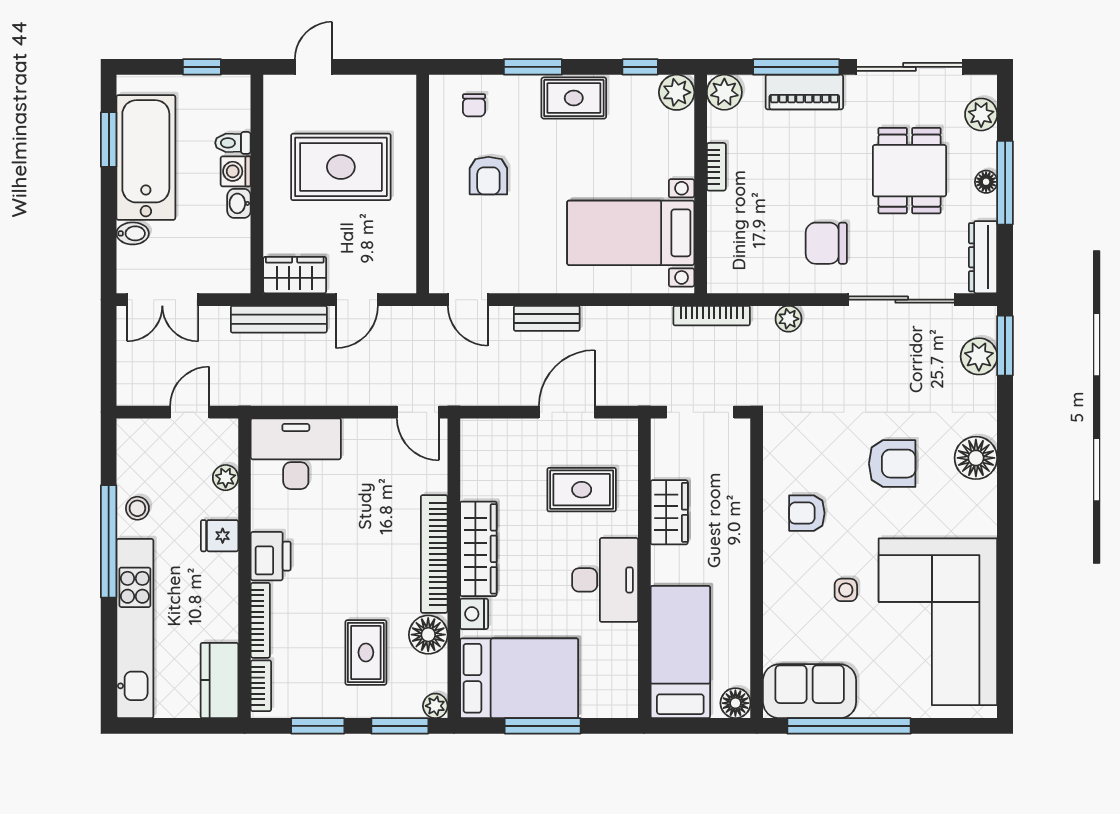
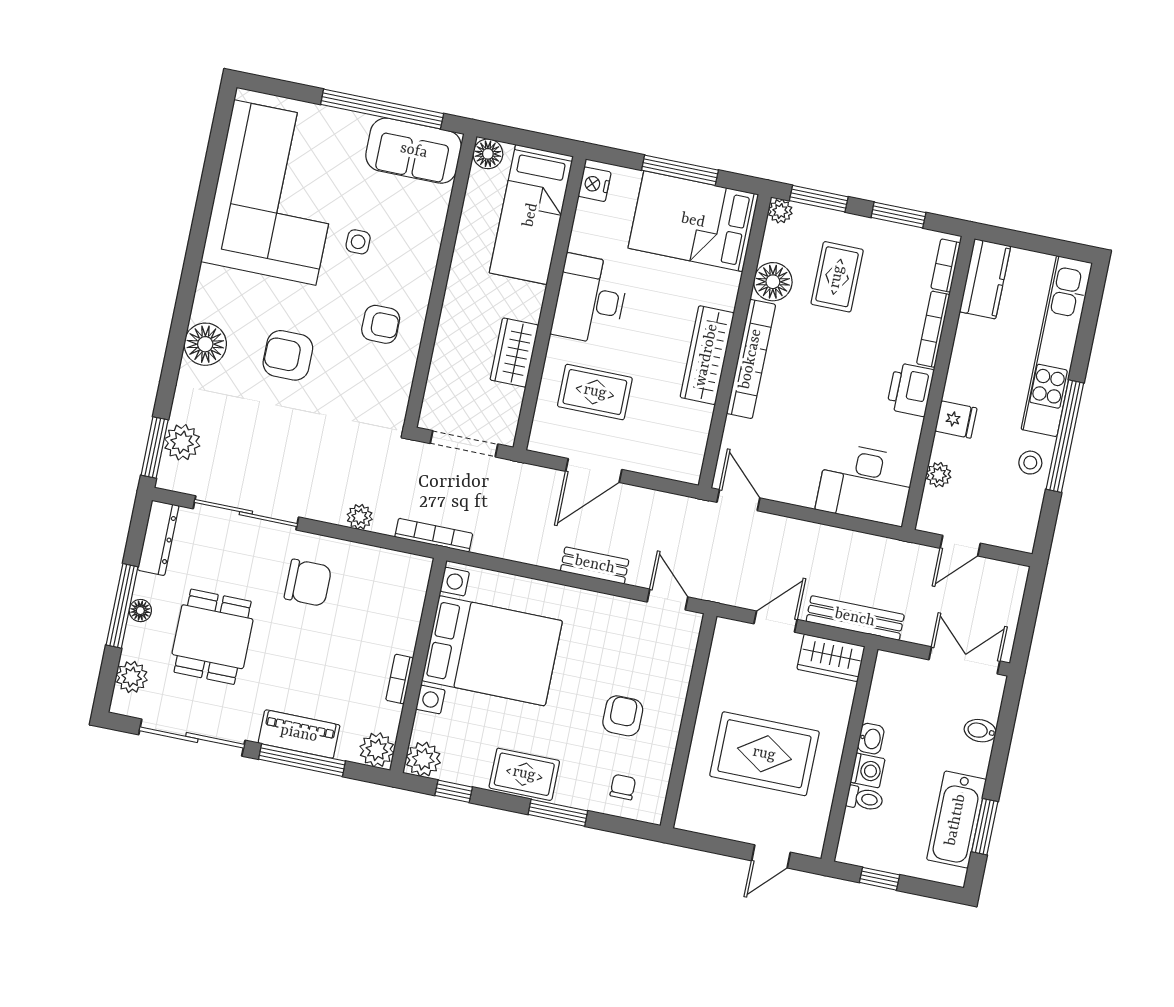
bathtub: (146, 158) -> (956, 820), width x0.73, depth x0.73
bed with nightstands: (631, 233) -> (492, 651), width x1.36
nightstand: (474, 614) -> (595, 184), moved, turned 180

